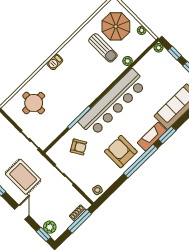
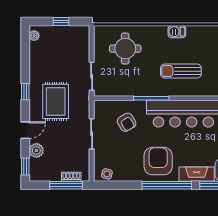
sun lounger: (81, 83) -> (181, 71), added
plant: (50, 227) -> (36, 150), moved

